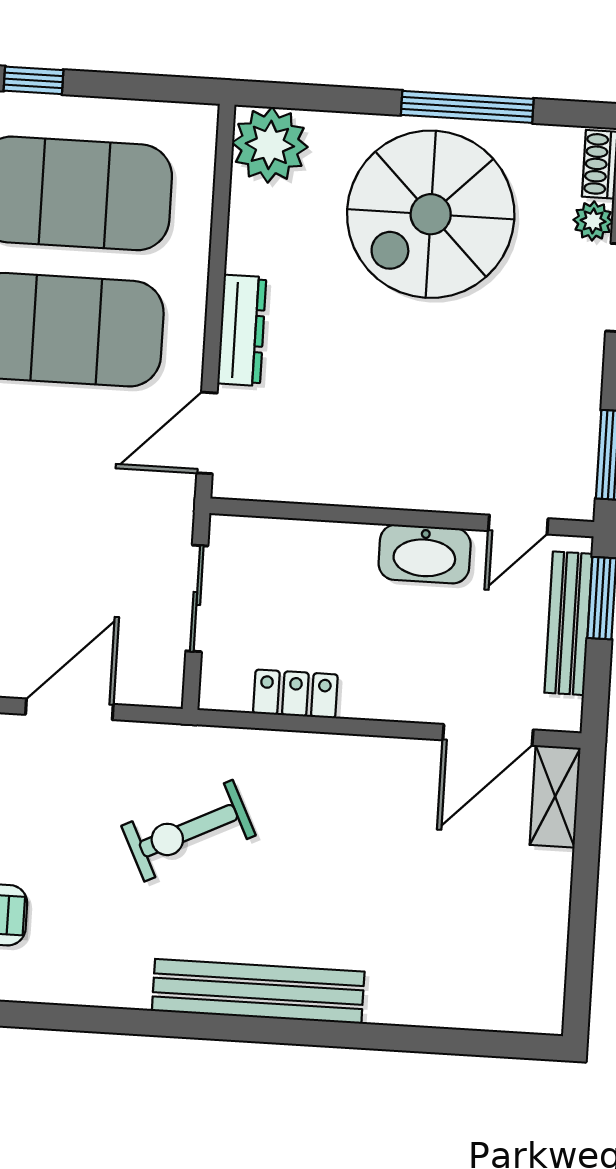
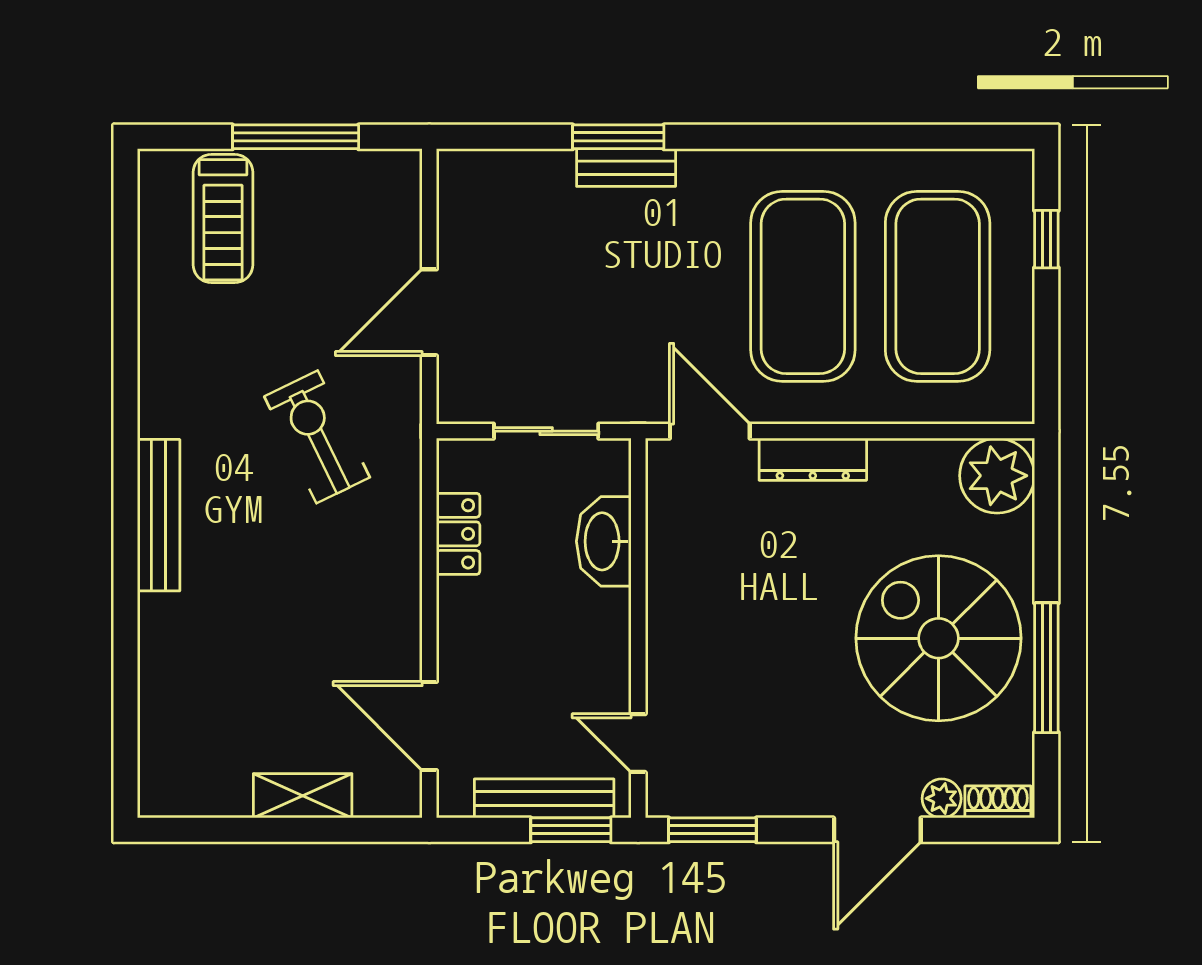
washbasin: (425, 554) -> (604, 541), moved
door: (69, 709) -> (429, 312), swing flipped
shelving: (555, 796) -> (303, 796), moved
bench: (258, 991) -> (159, 515), width x0.73, depth x0.82

